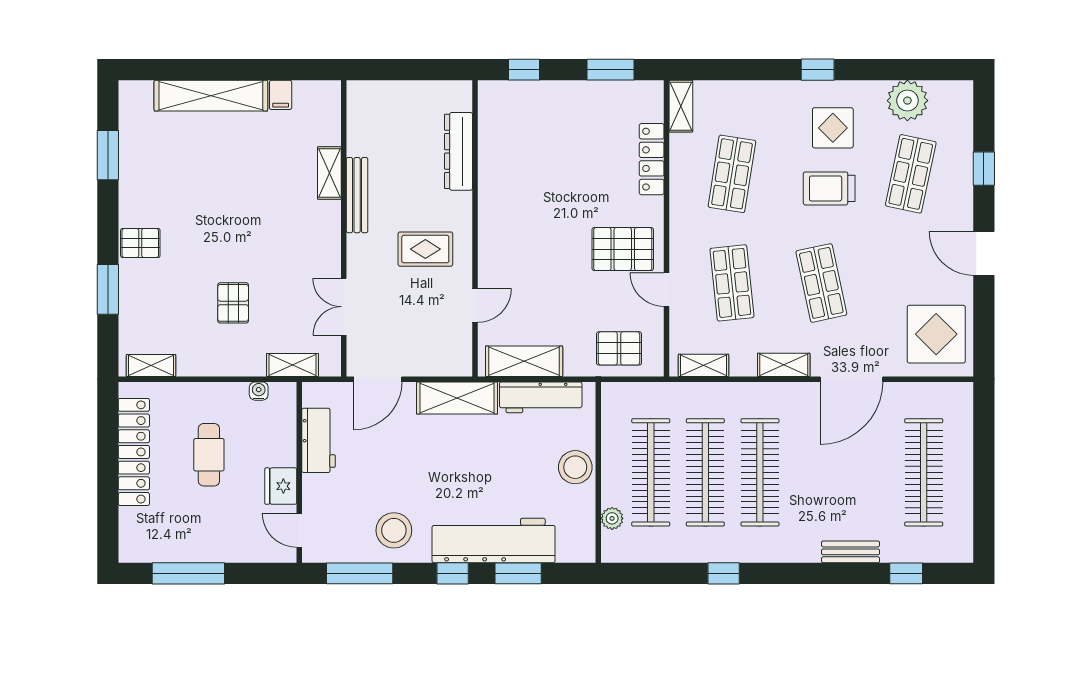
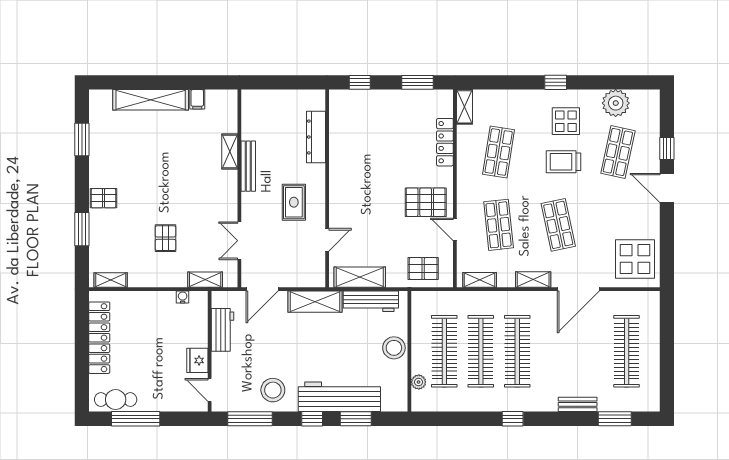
rug: (425, 249) -> (294, 202), turned 90
door: (984, 253) -> (667, 188), moved
cafe table: (209, 455) -> (116, 400), moved, turned 90
window: (724, 573) -> (513, 419), moved
window: (906, 573) -> (615, 419), width x1.50

